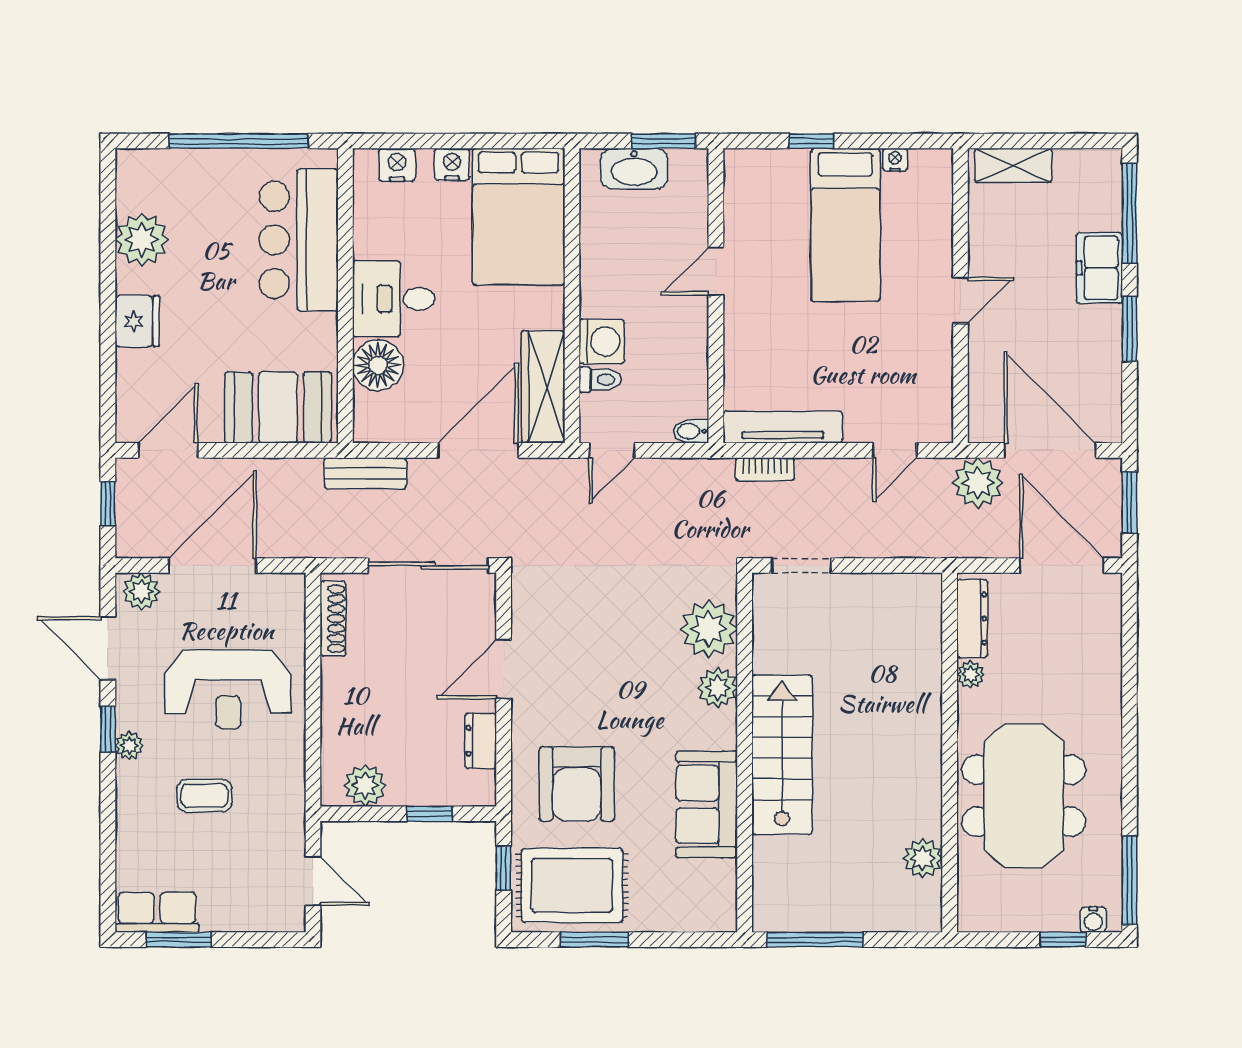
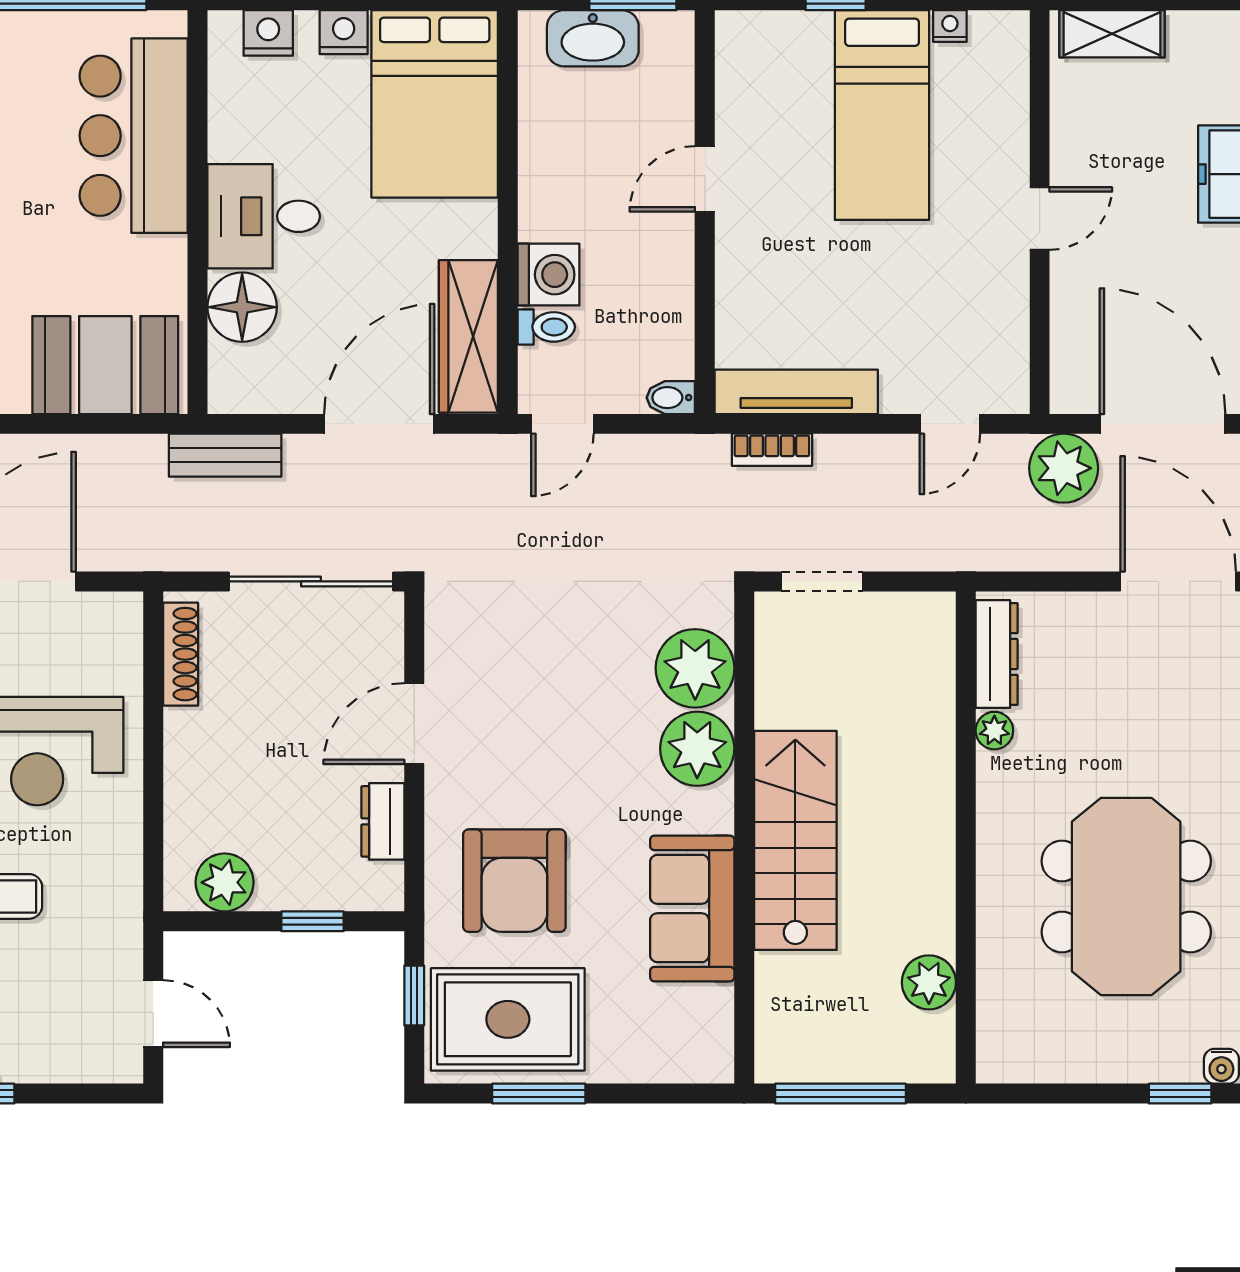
dresser: (972, 619) -> (997, 654), moved
plant: (971, 674) -> (994, 731), moved
plant: (718, 688) -> (697, 749), width x1.36, depth x1.36
wall: (950, 753) -> (966, 838), moved
plant: (923, 858) -> (929, 982), moved

